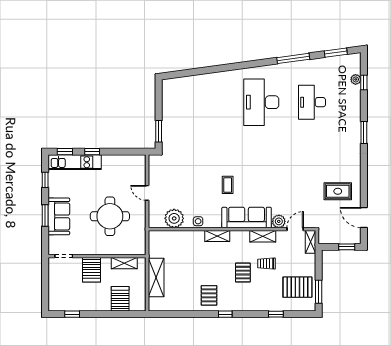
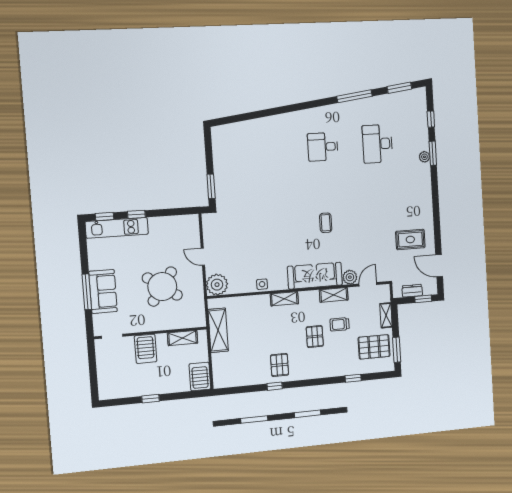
plant: (356, 79) -> (424, 157), moved
desk: (261, 102) -> (323, 147), width x0.53, depth x0.77
window: (364, 133) -> (433, 153), moved
window: (45, 180) -> (84, 251), removed
coffee table: (228, 185) -> (326, 223), moved
window: (45, 216) -> (87, 292), width x1.44
round table: (110, 216) -> (162, 287), turned 35
plant: (174, 218) -> (217, 285), moved
dresser: (337, 239) -> (412, 291), added
shelving: (310, 242) -> (386, 315), moved
shelving: (156, 278) -> (218, 330), moved
server rack: (120, 299) -> (200, 376), moved
window: (72, 314) -> (151, 399), moved
window: (225, 314) -> (275, 386), moved

